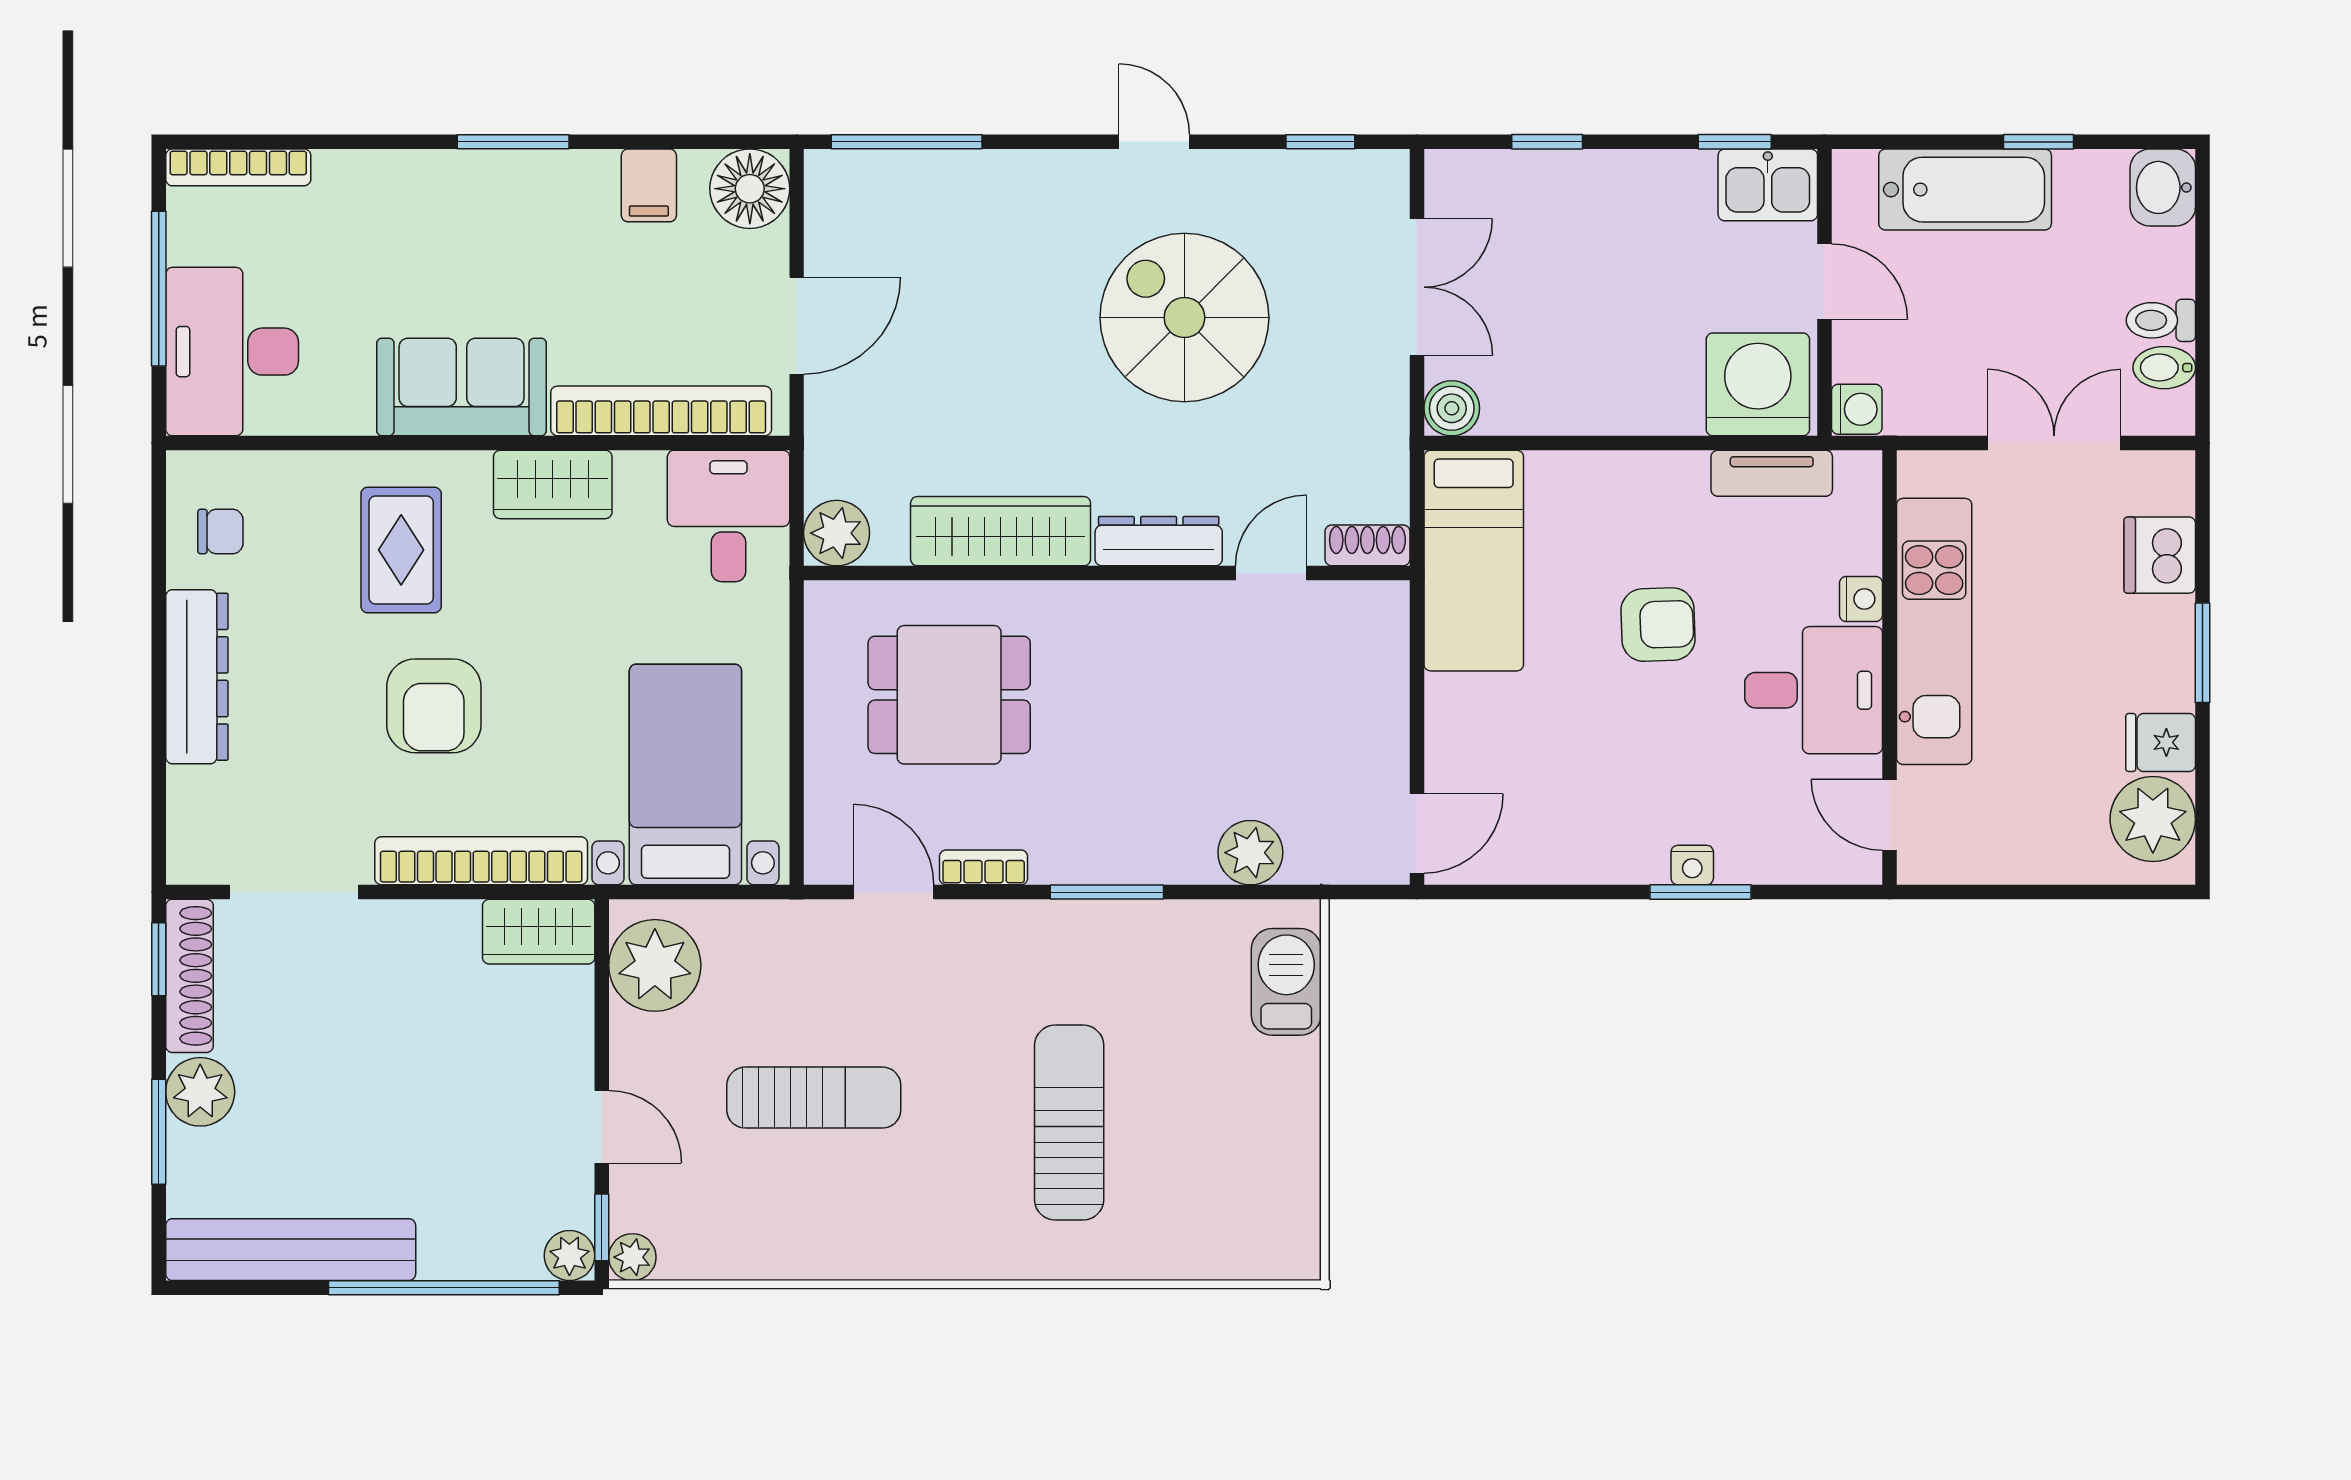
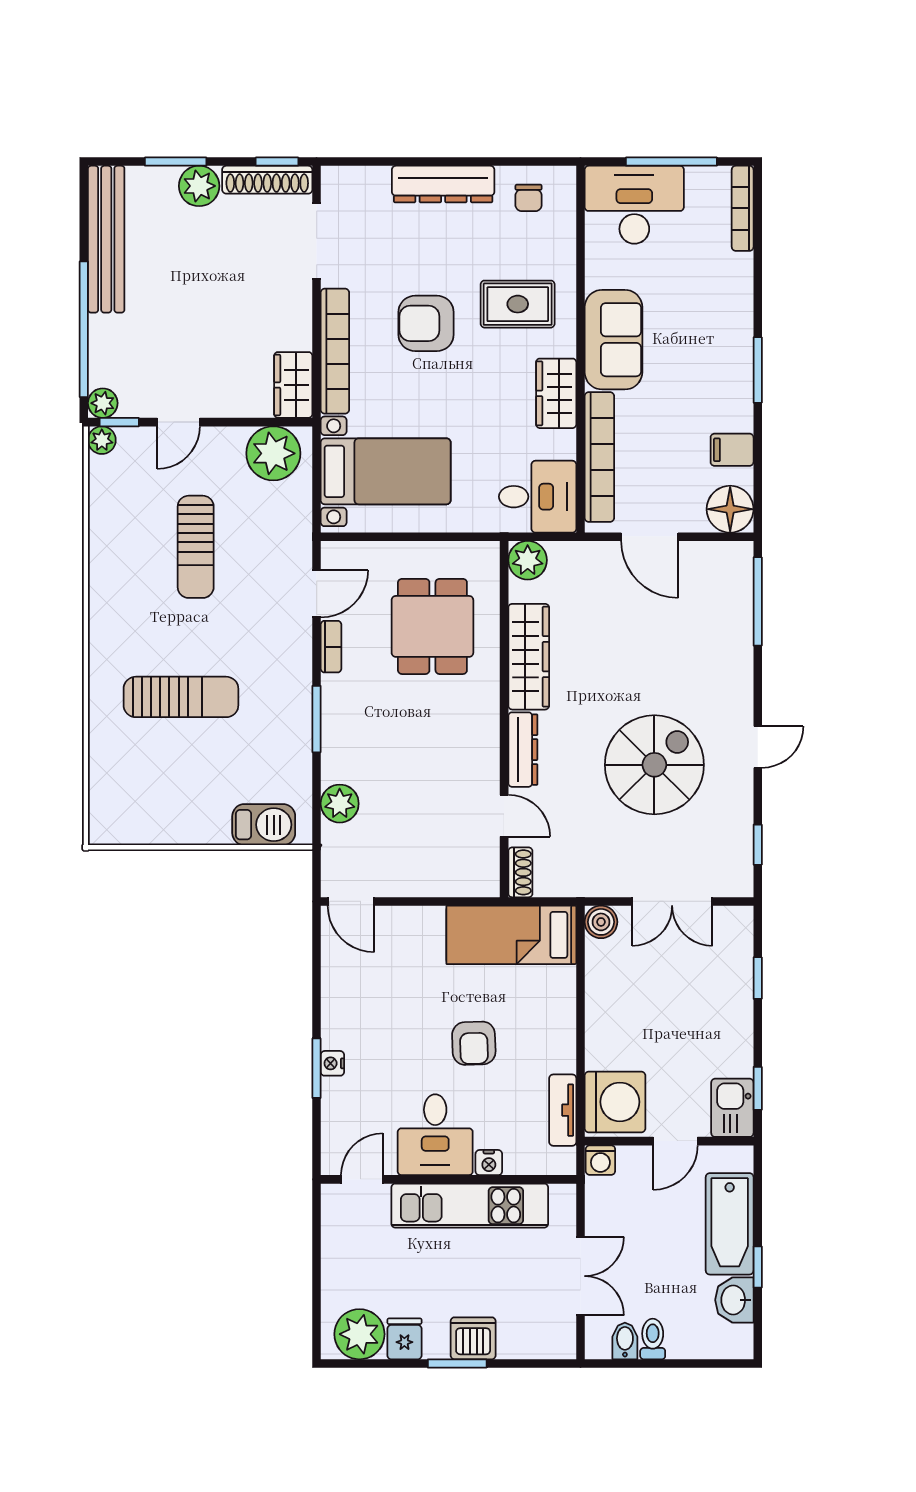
washbasin: (2163, 187) -> (734, 1300), moved, turned -90
dishwasher: (2160, 555) -> (473, 1338), moved

